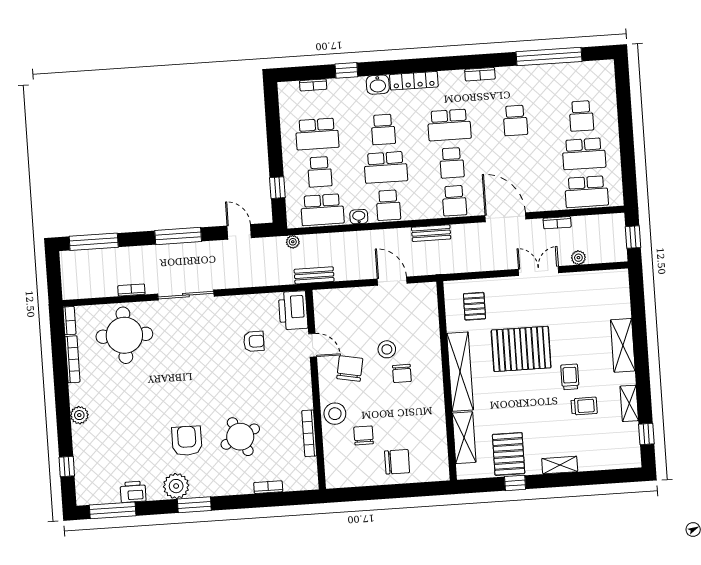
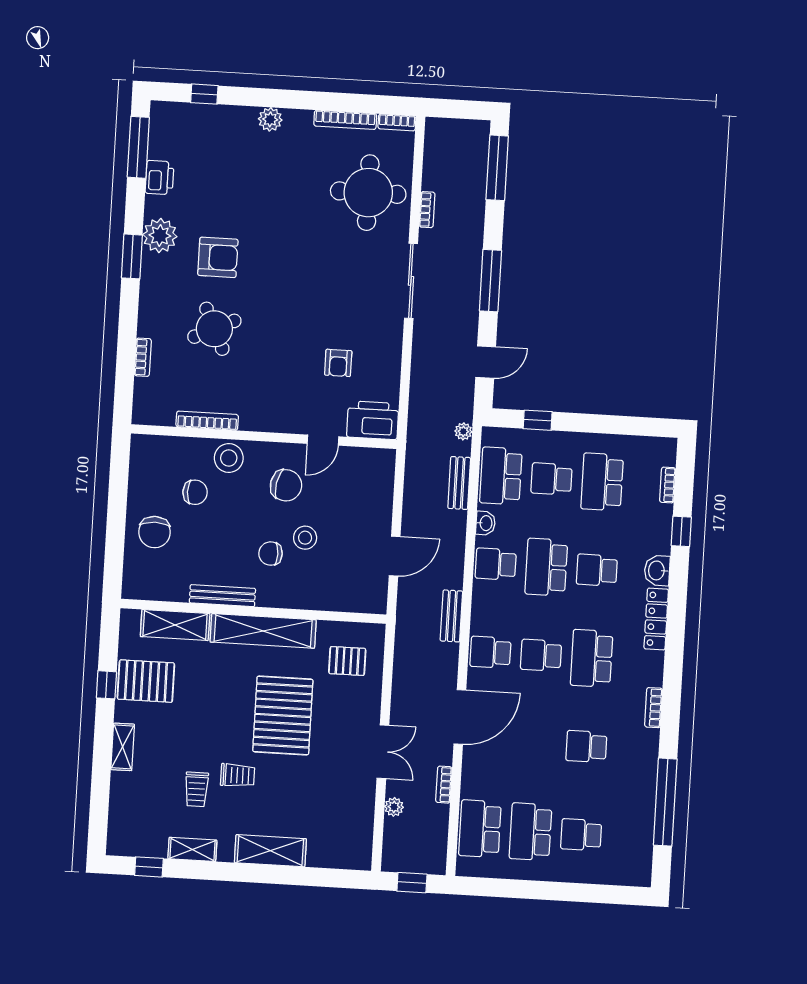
bench: (314, 275) -> (459, 483), moved
bench: (438, 405) -> (222, 596), added

